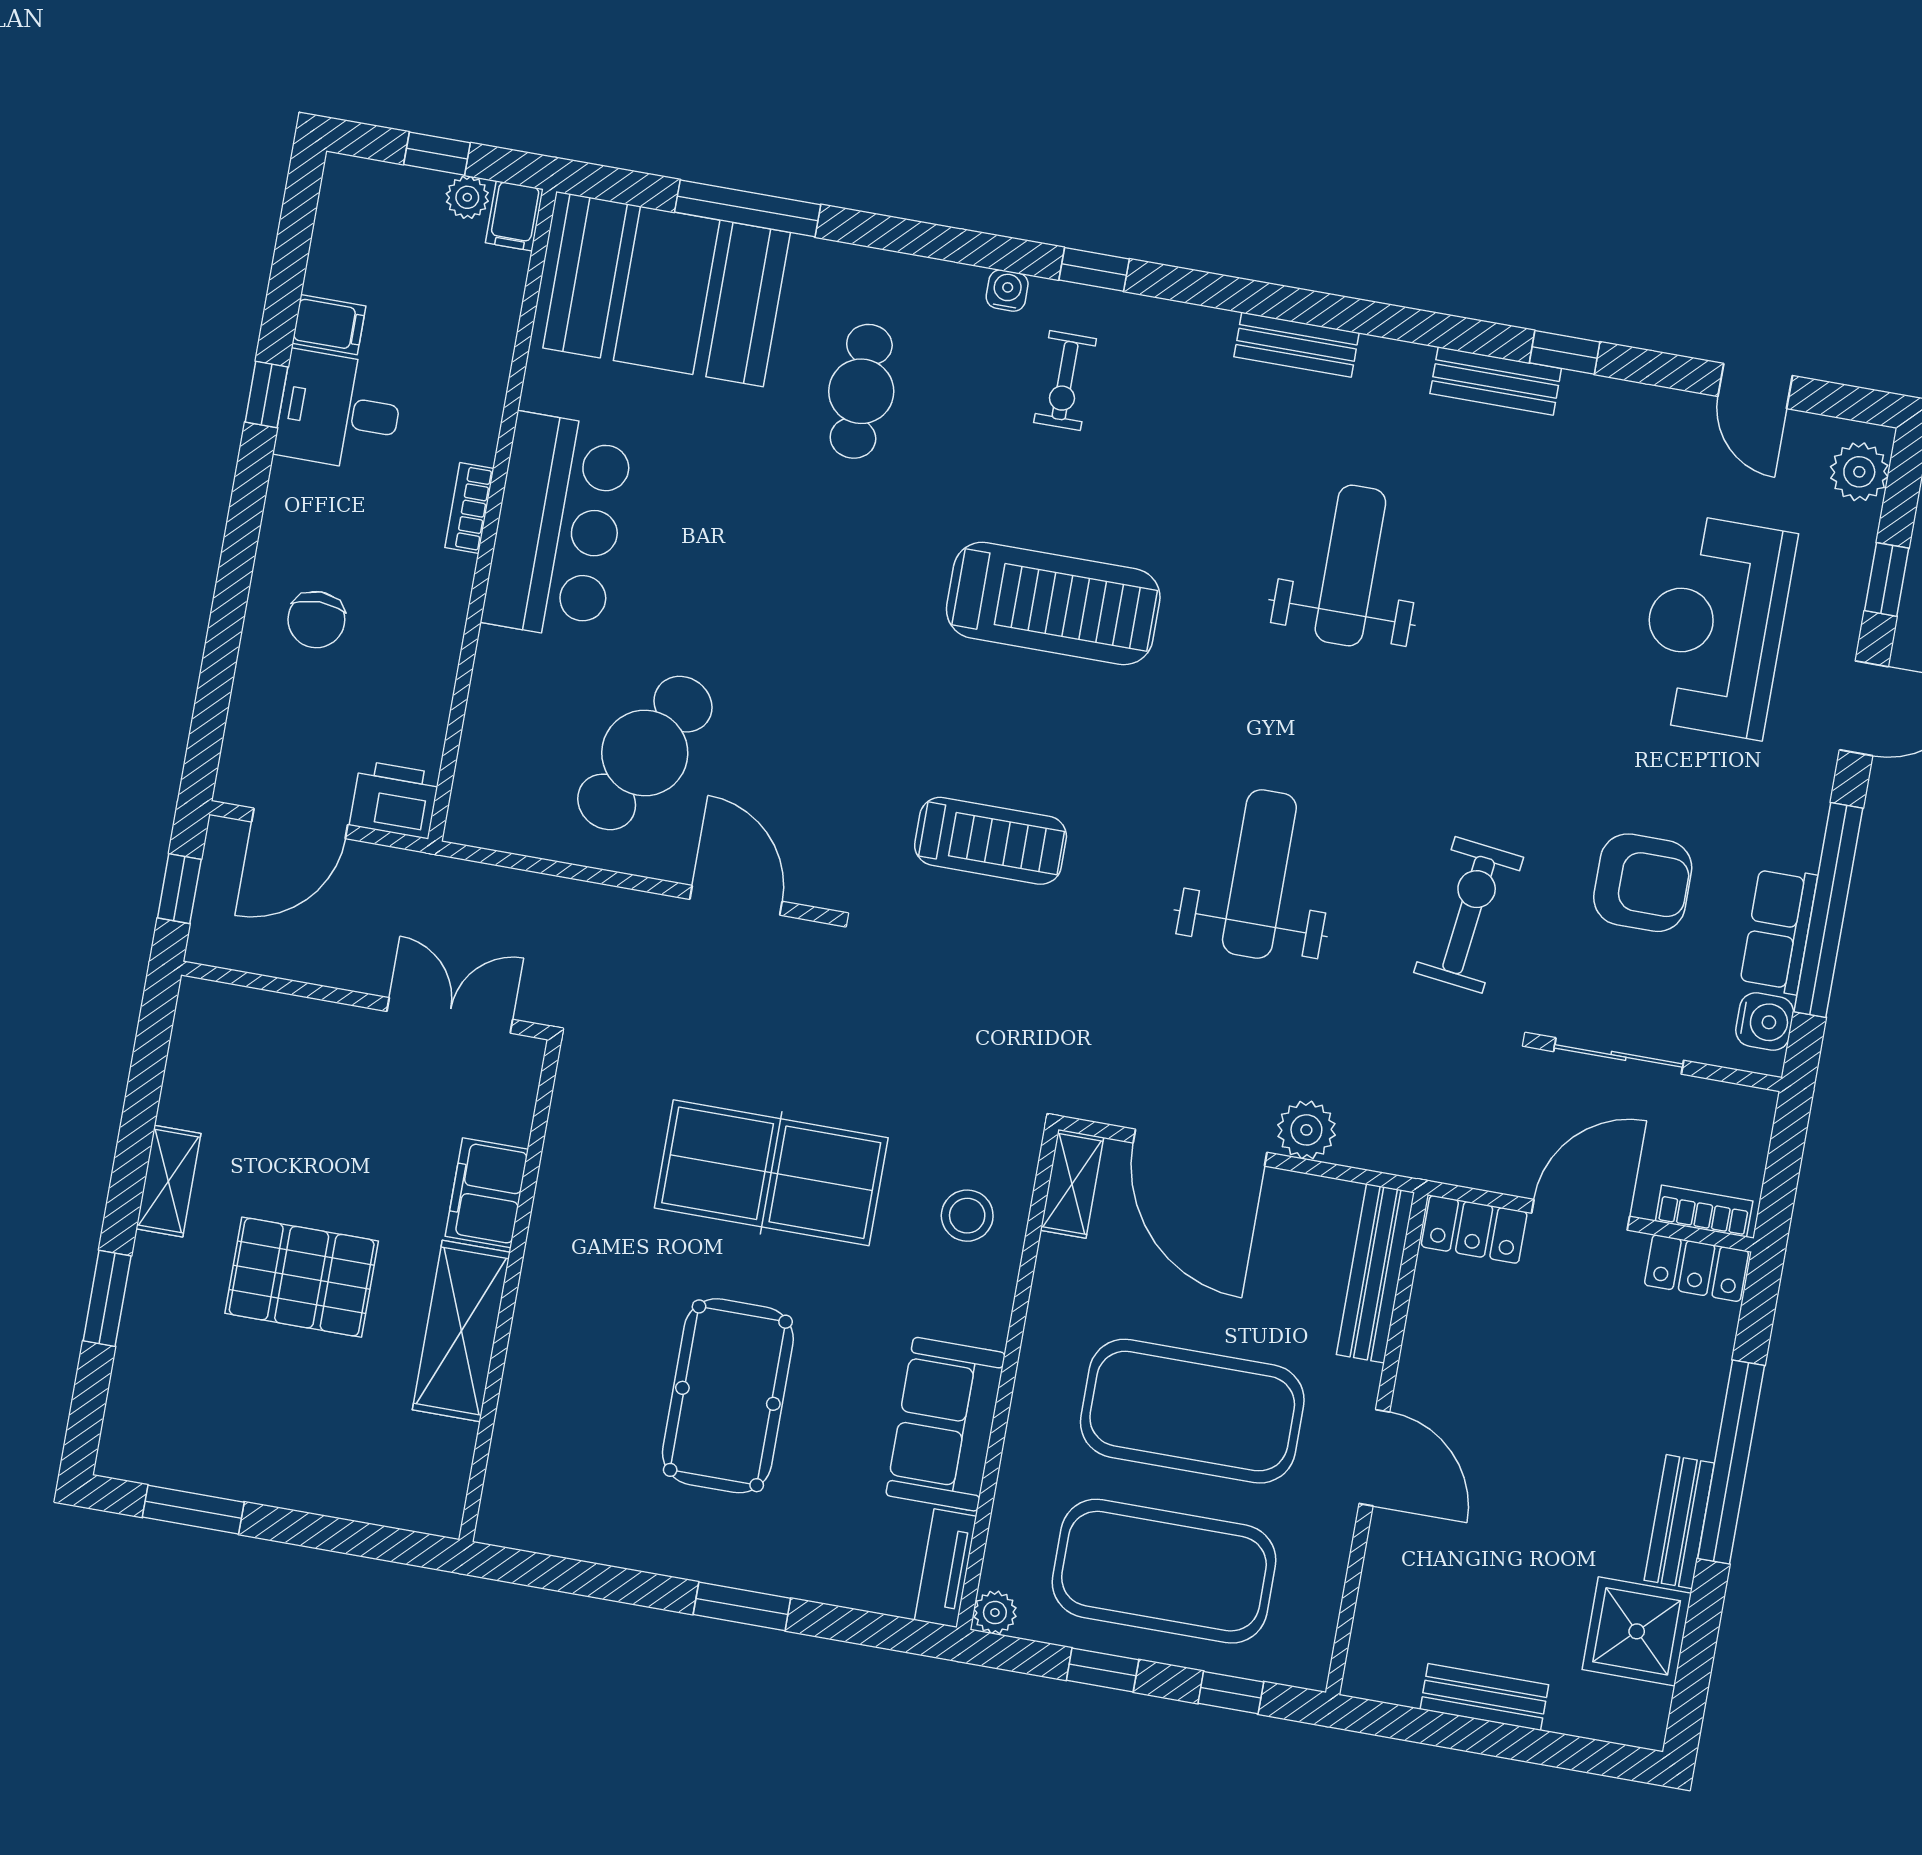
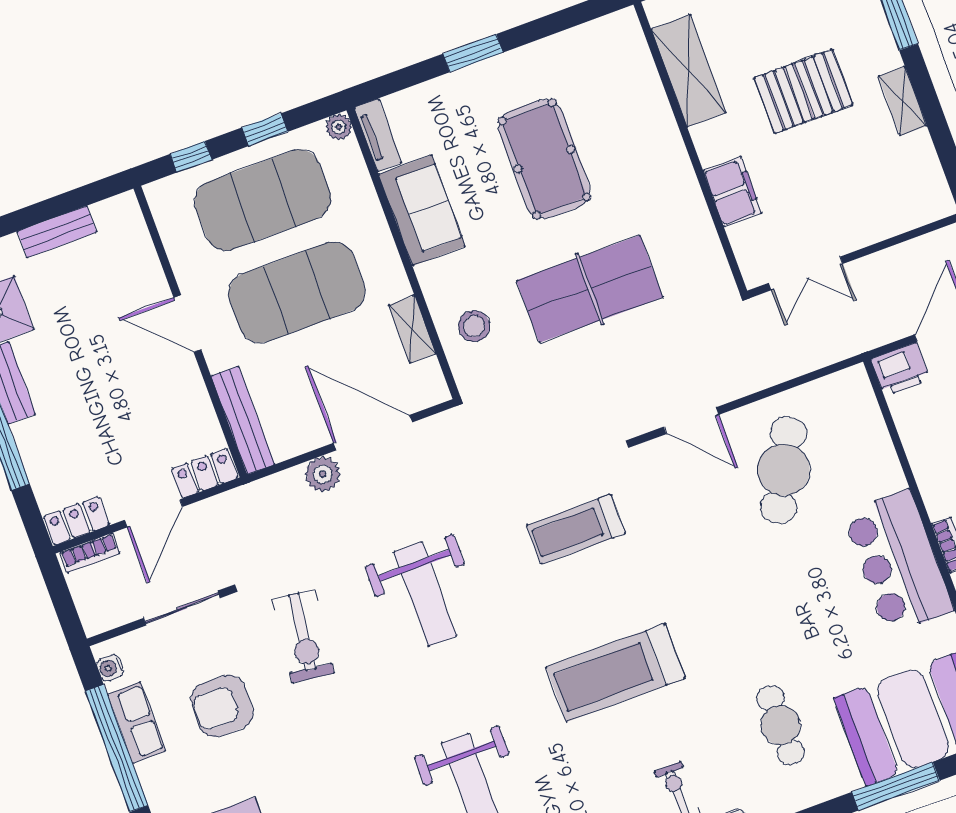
water cooler: (1765, 1022) -> (110, 668), width x0.72, depth x0.72
shelving: (1072, 1184) -> (412, 329), moved
shelving: (461, 1331) -> (689, 71), moved

